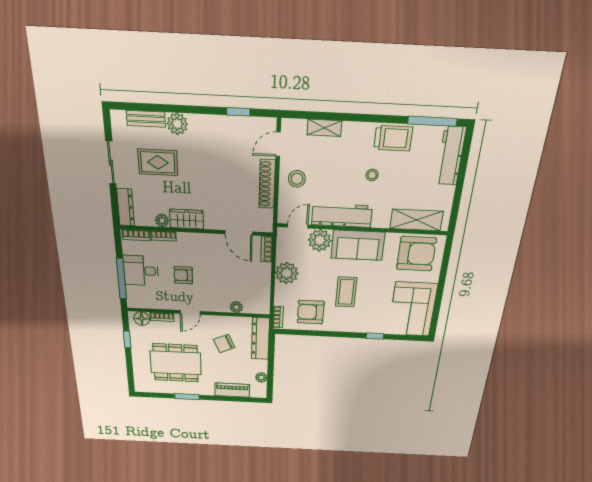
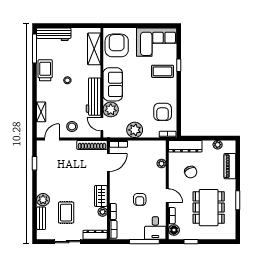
door: (278, 144) -> (52, 139), swing flipped
shoe rack: (267, 184) -> (92, 145), moved
desk: (141, 271) -> (155, 228), moved
coffee table: (346, 292) -> (162, 71), moved

